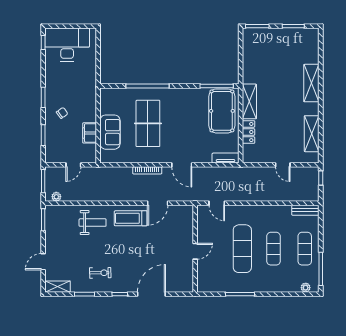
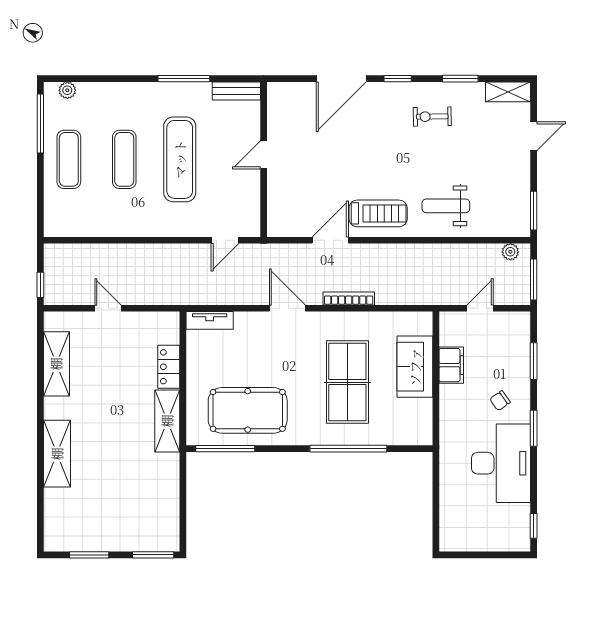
desk: (67, 45) -> (501, 463), moved, turned -90
pool table: (222, 111) -> (248, 410), moved, turned 90
door: (217, 203) -> (225, 240), swing flipped
bench: (305, 210) -> (236, 91), moved

